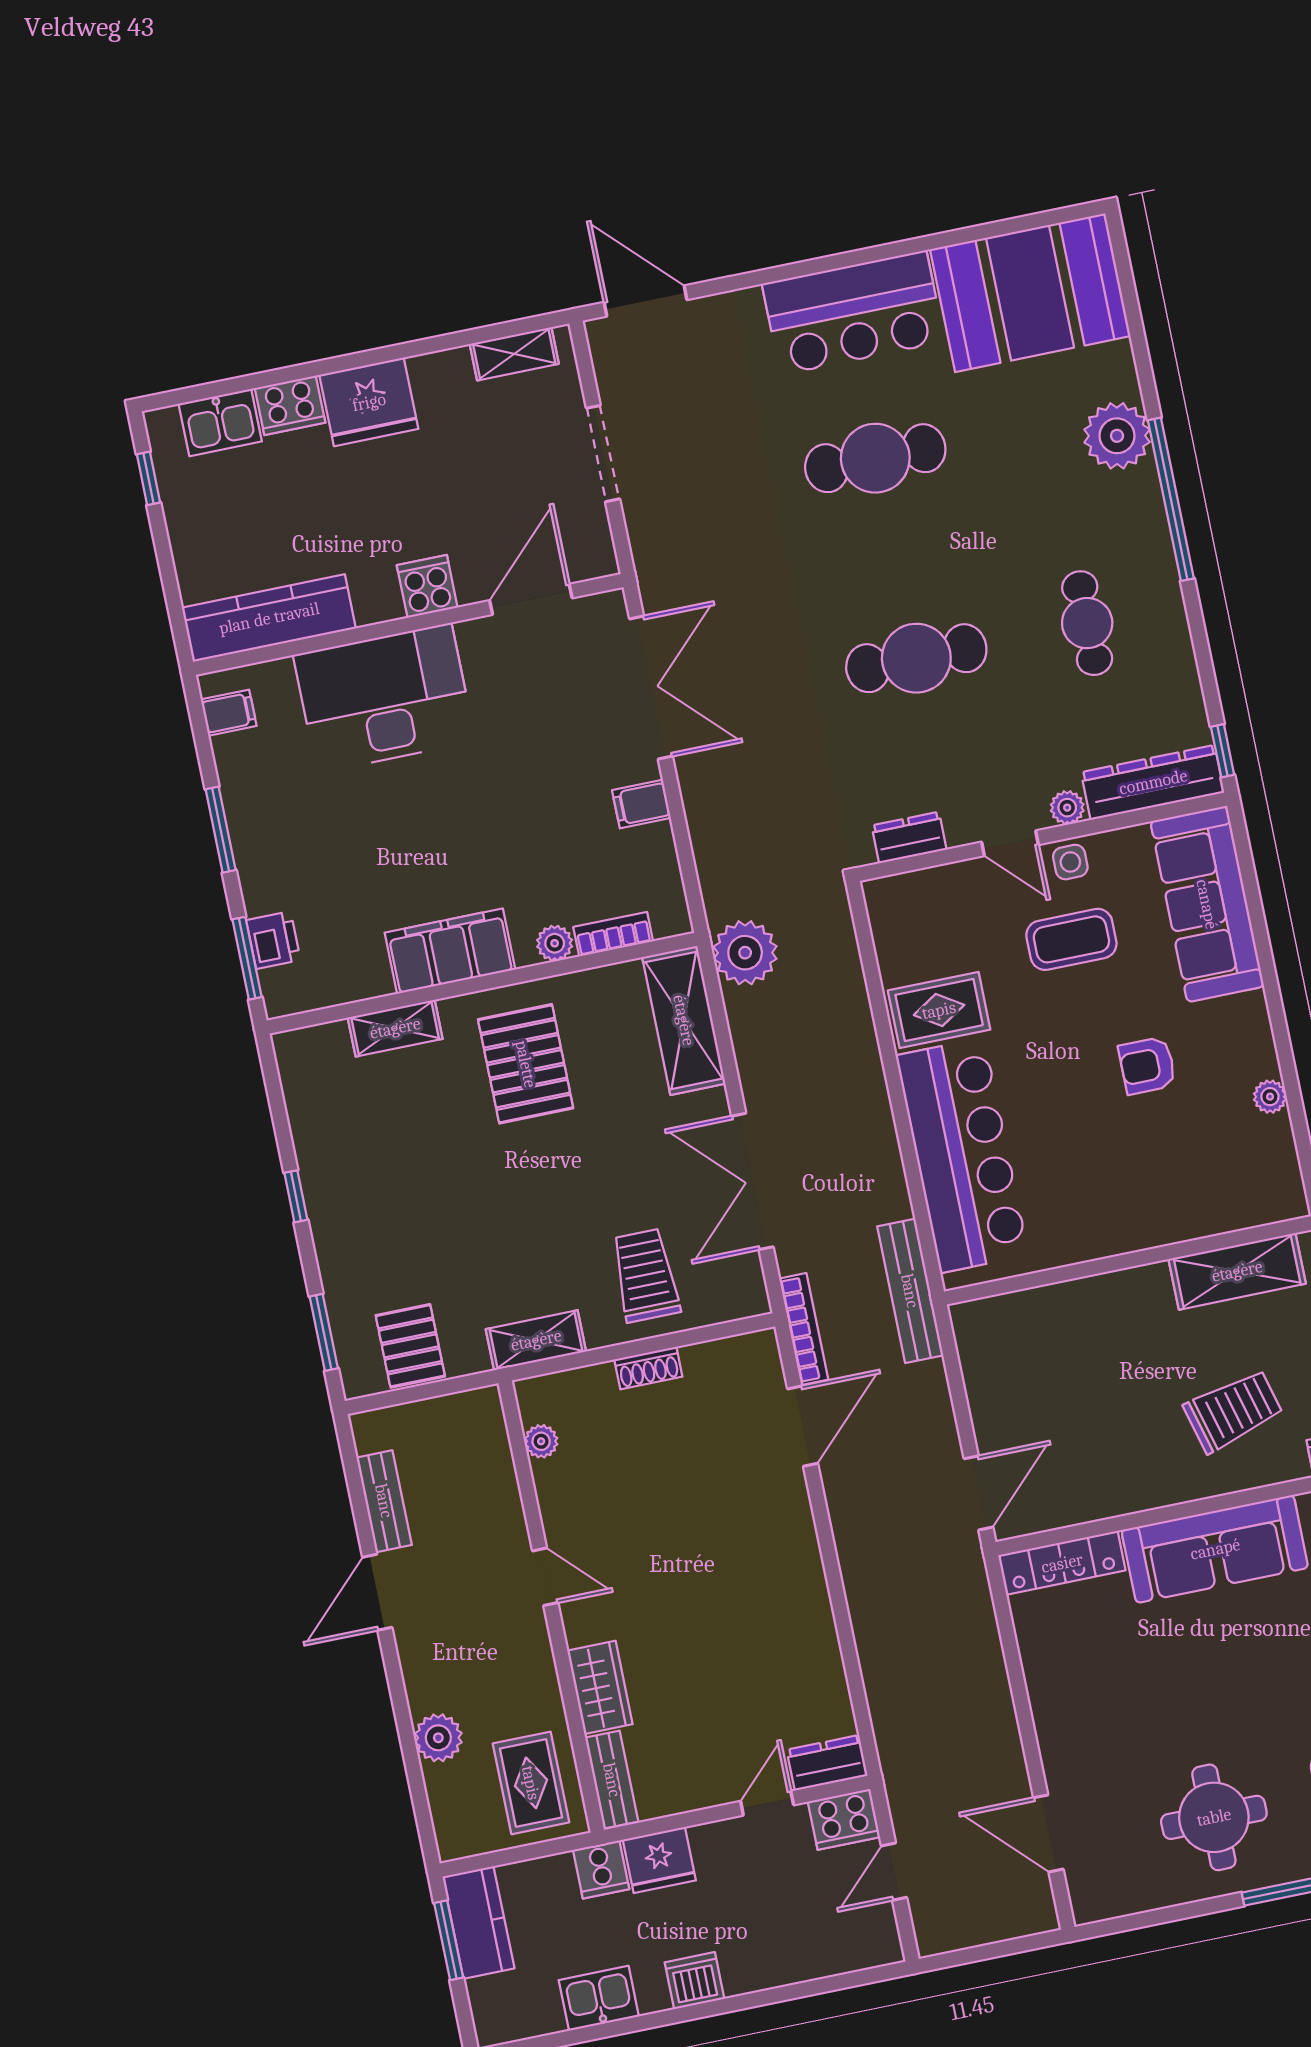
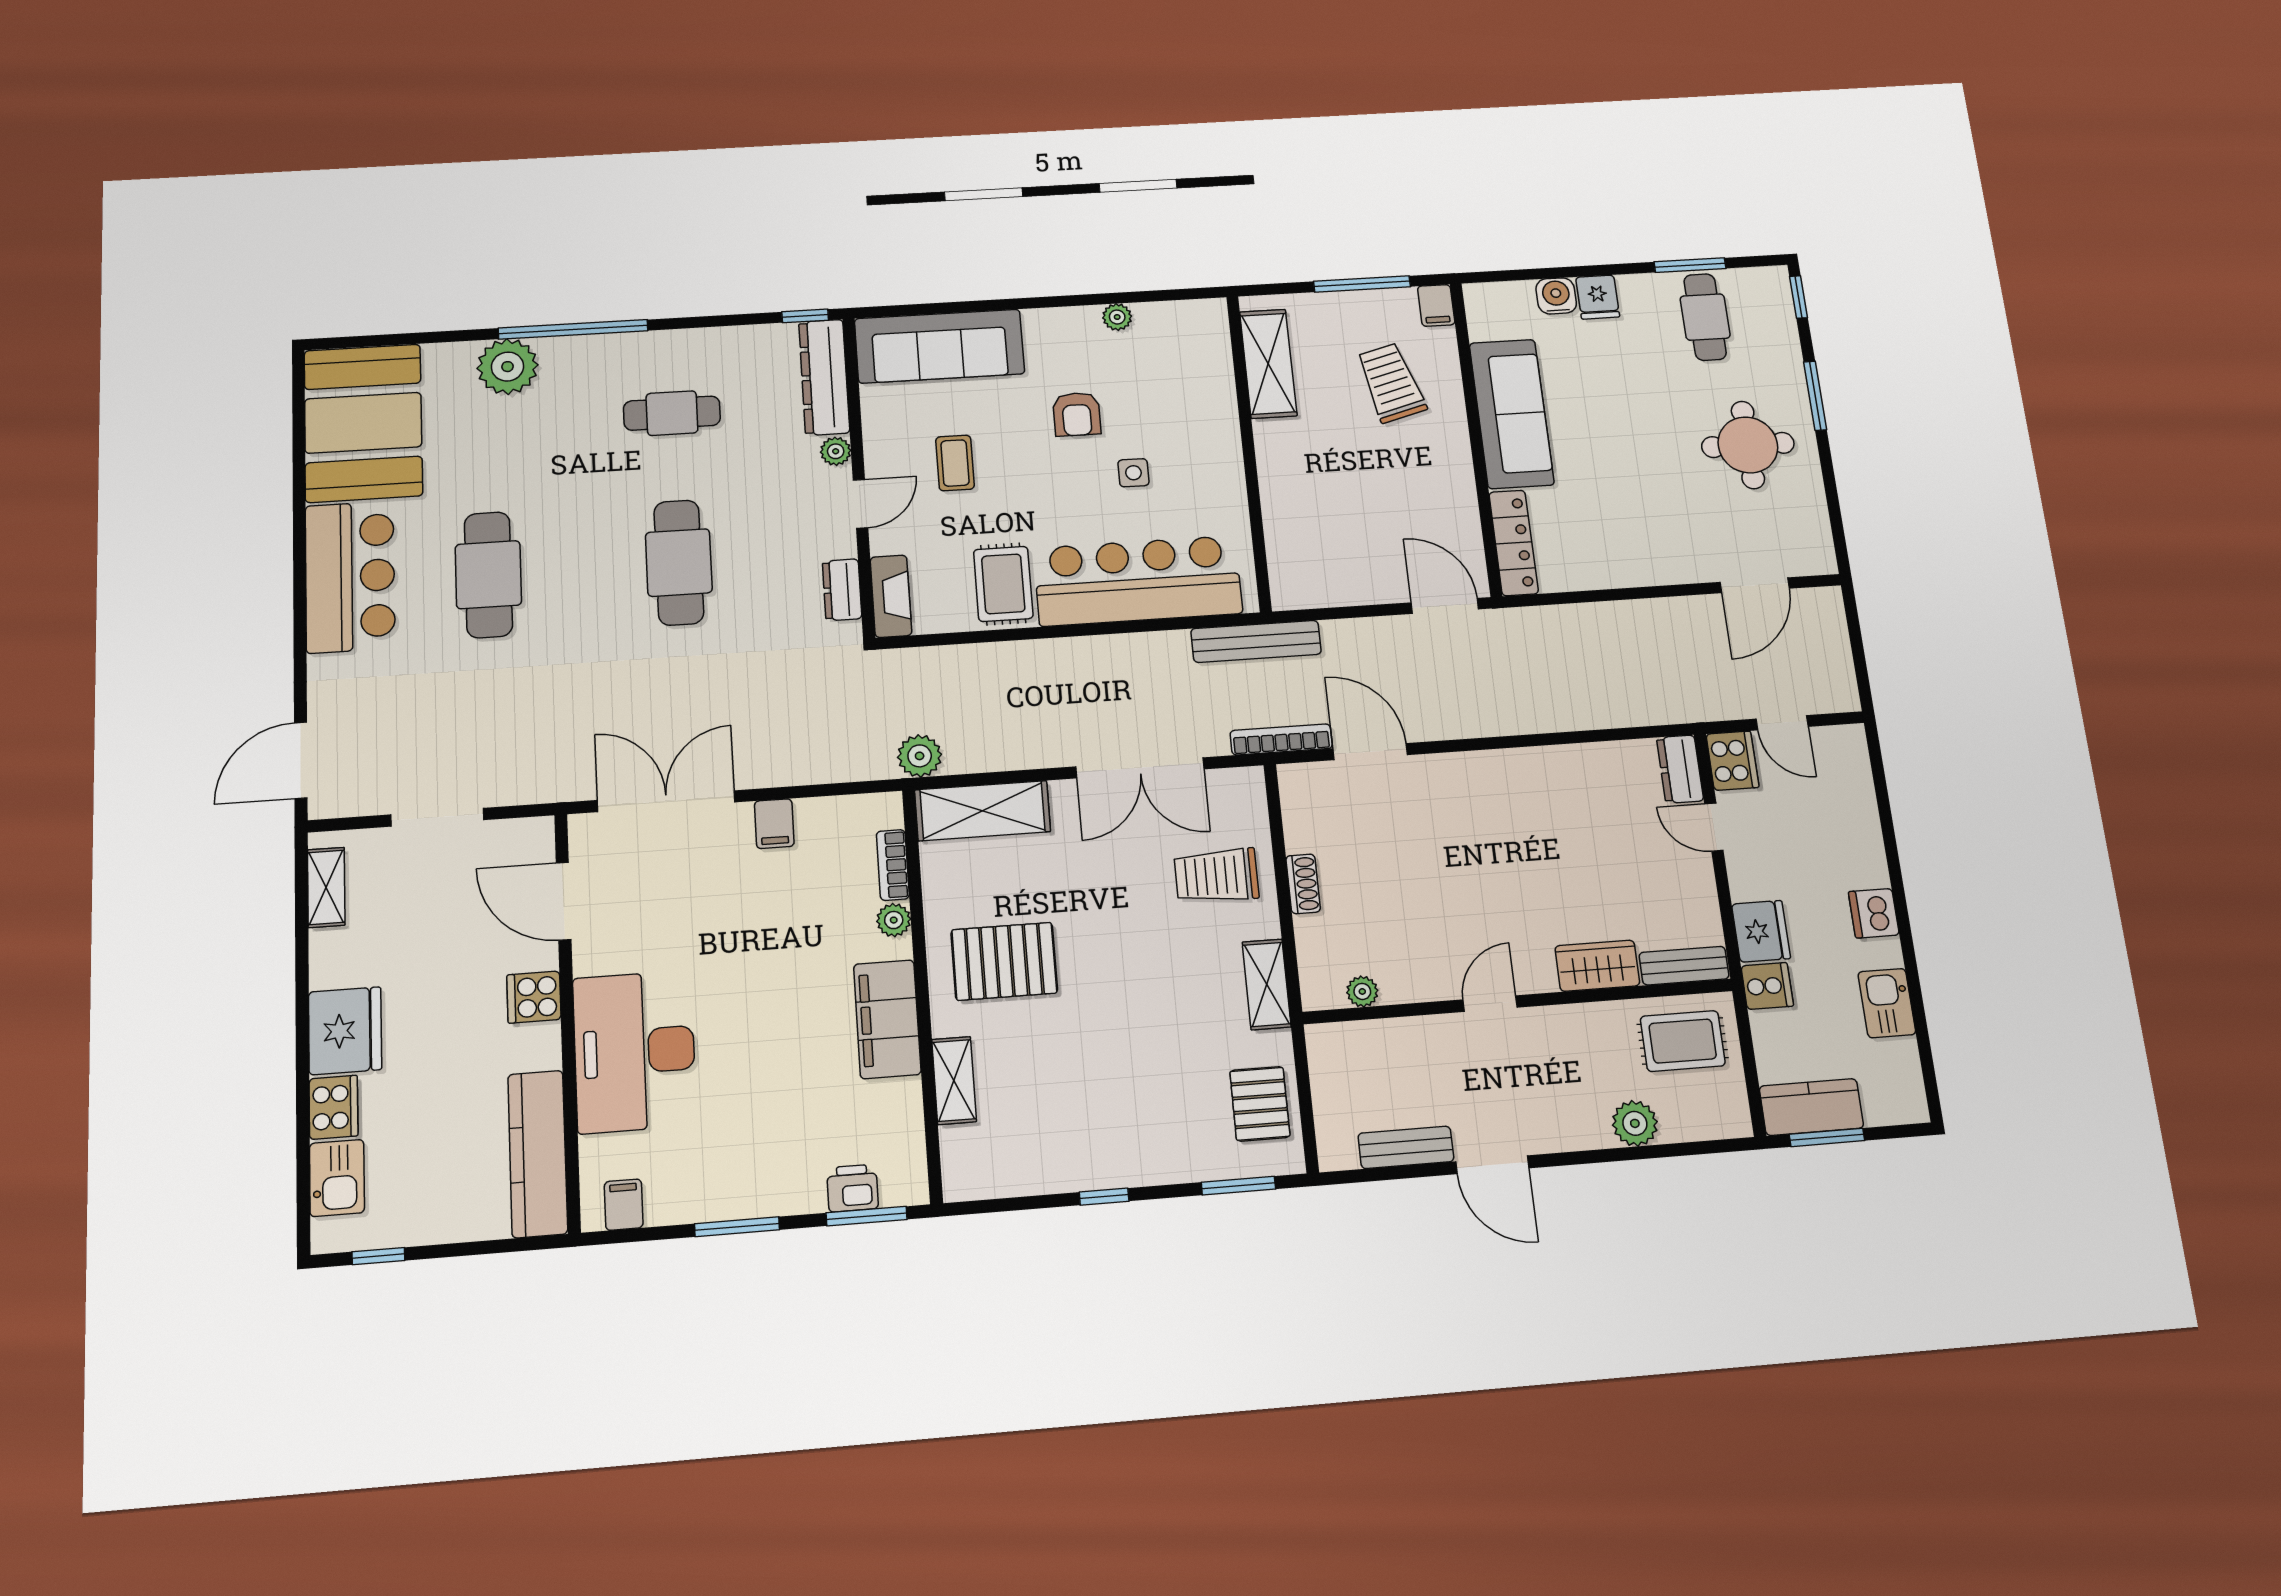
side table: (1070, 862) -> (1133, 473), moved
fireplace: (909, 891) -> (891, 596), added
coffee table: (1071, 939) -> (955, 463), width x0.73, depth x0.77
plant: (745, 953) -> (920, 756), width x0.73, depth x0.73
pallet: (410, 1346) -> (1260, 1104), turned 90

